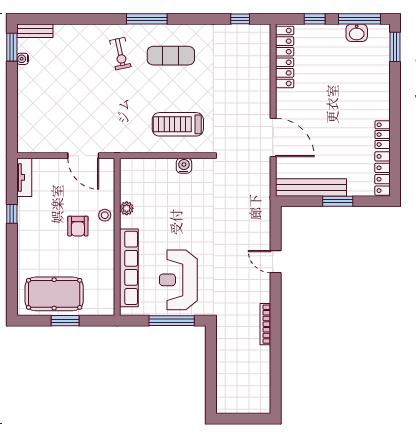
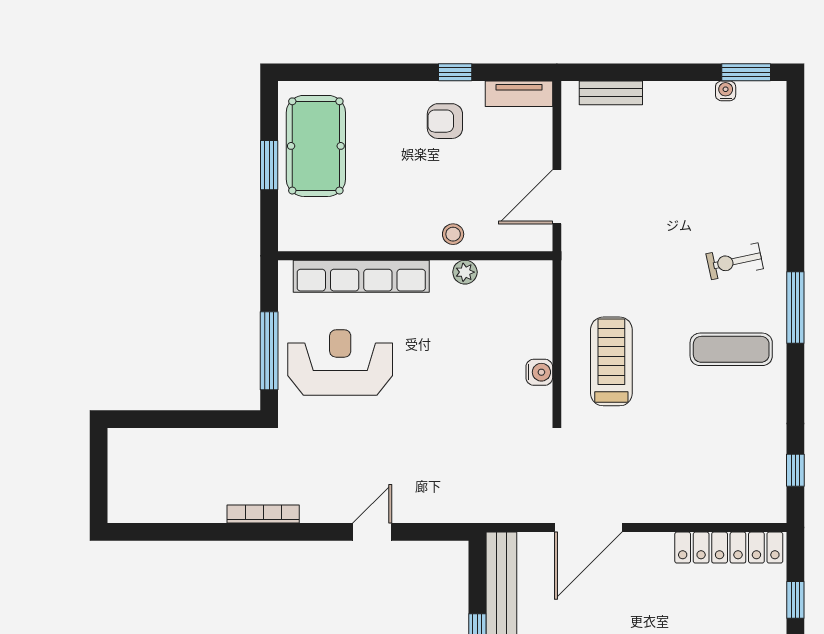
bench: (35, 31) -> (611, 93), moved, turned 90
exercise mat: (171, 56) -> (731, 349), turned 90
armchair: (78, 226) -> (445, 121), moved

